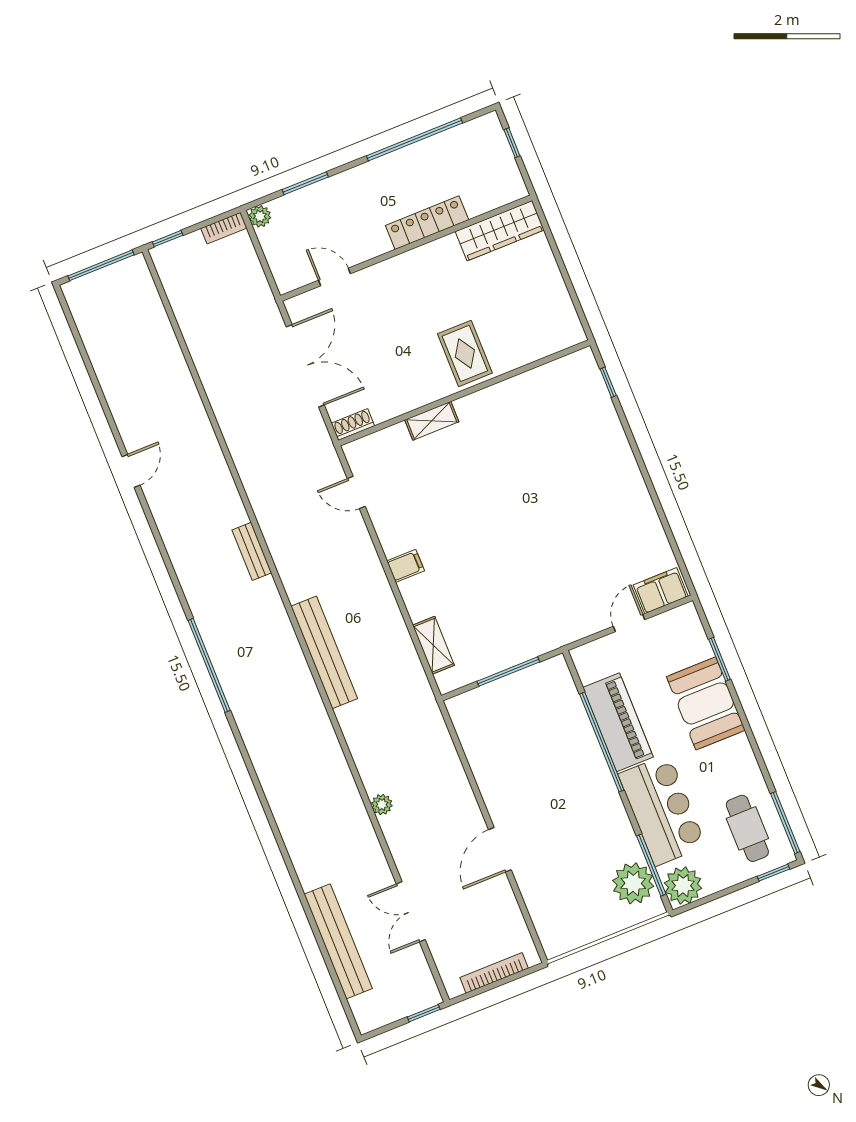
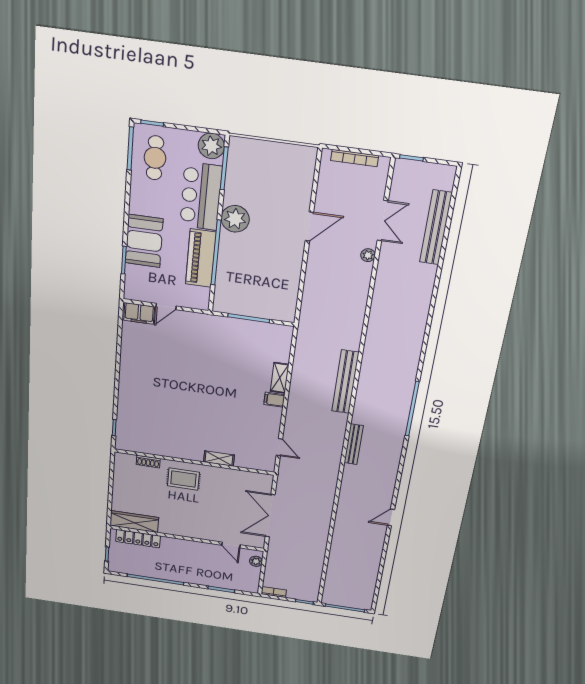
plant: (260, 216) -> (256, 561), moved
locker: (427, 223) -> (138, 539), moved
rug: (465, 353) -> (183, 479), turned 90
shoe rack: (353, 425) -> (148, 462), moved
bench: (252, 551) -> (354, 444), width x1.36
shelving: (433, 645) -> (280, 378), moved
plant: (382, 804) -> (368, 255), moved
plant: (633, 883) -> (235, 219), moved

